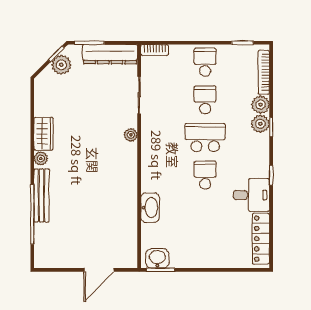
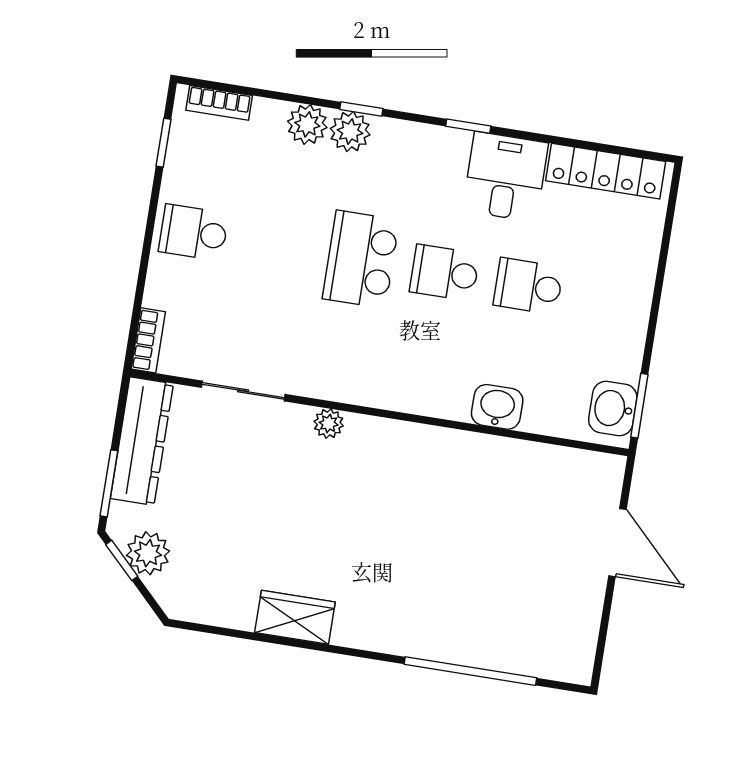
bookcase: (264, 72) -> (219, 103), width x0.64
school desk: (205, 100) -> (528, 286), moved
plant: (41, 158) -> (349, 632), removed
bench: (41, 195) -> (431, 644), removed
washbasin: (150, 208) -> (497, 407), width x0.72

